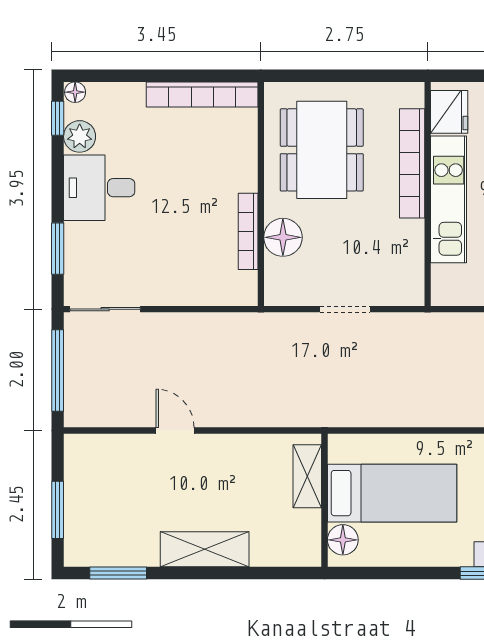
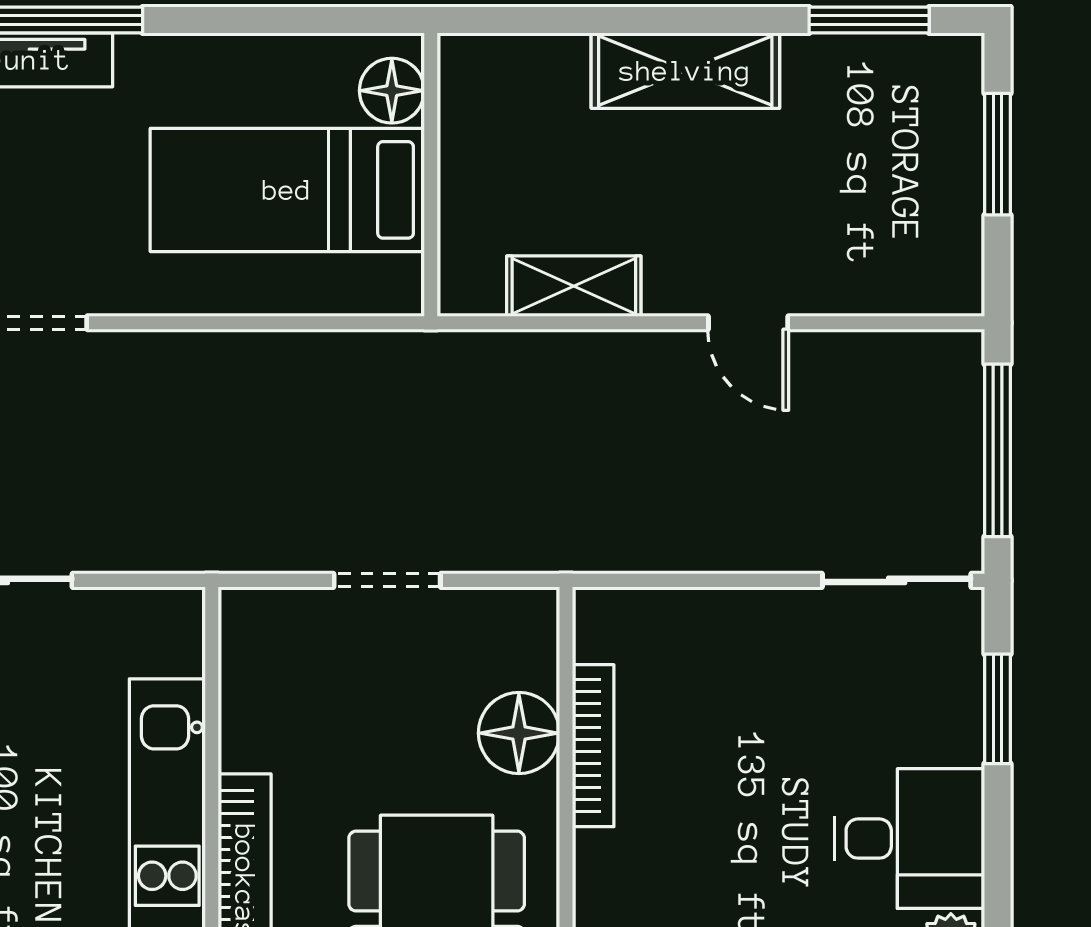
shelving: (307, 476) -> (574, 286), moved, turned 90

